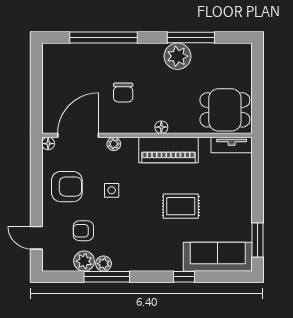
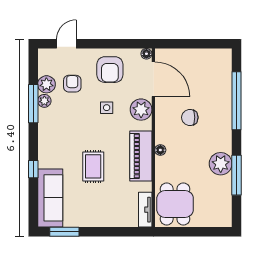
plant: (114, 144) -> (141, 110), width x1.88, depth x1.88

